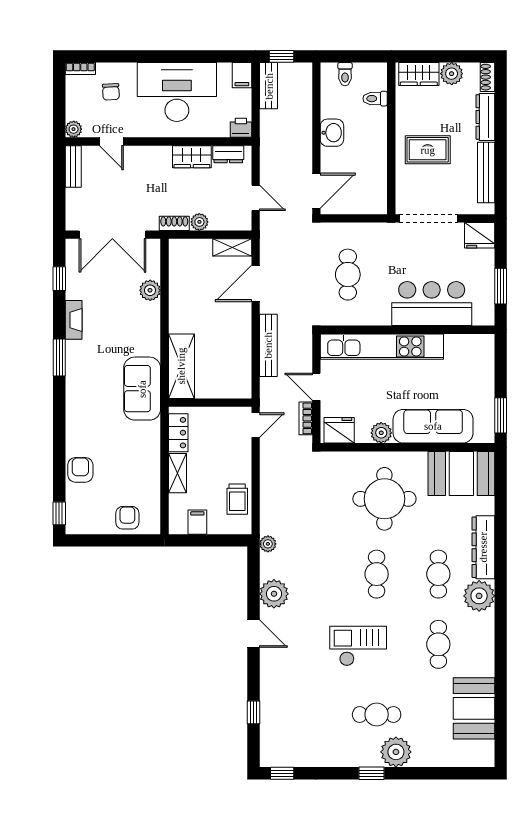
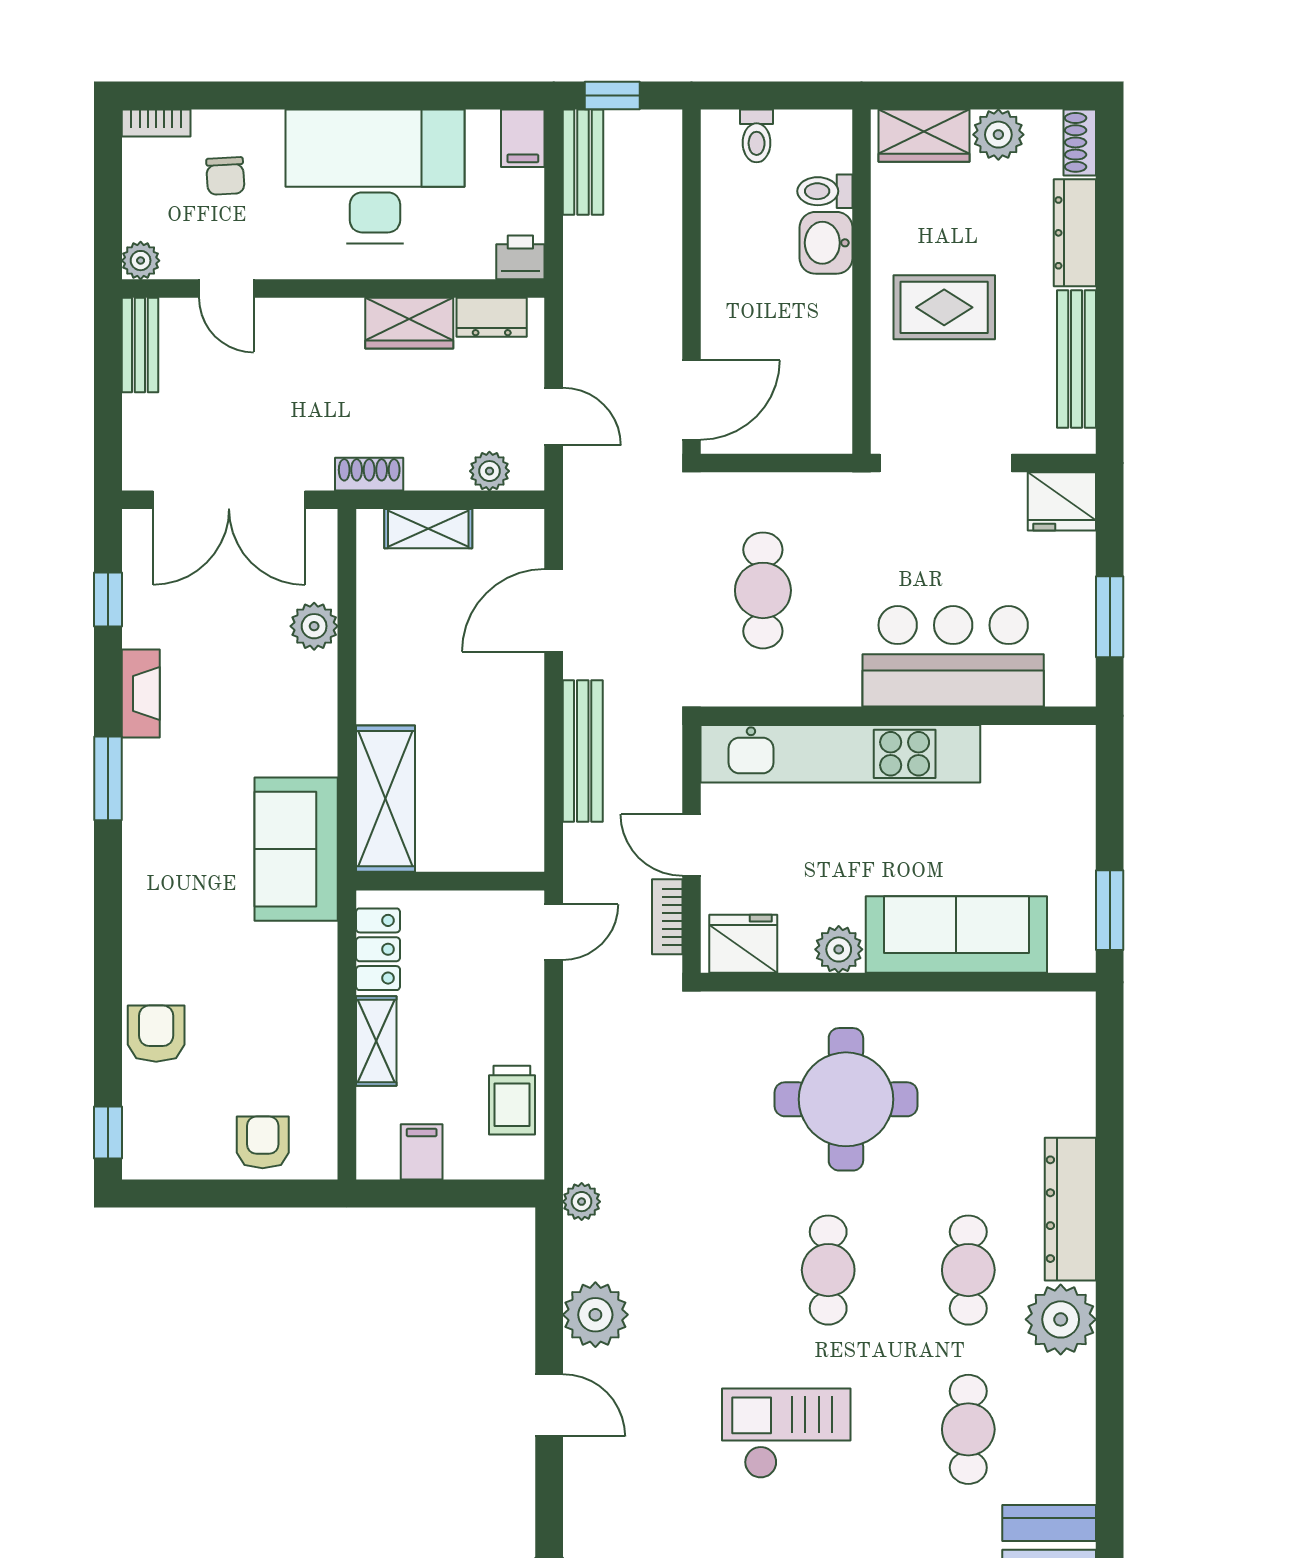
washbasin: (332, 133) -> (826, 243), moved, turned 180
plant: (199, 222) -> (489, 471), moved
shelving: (232, 247) -> (428, 529), moved
booth: (461, 473) -> (1021, 1042), removed

